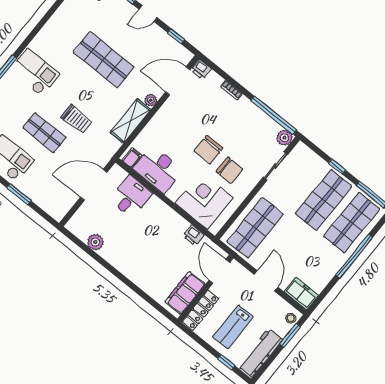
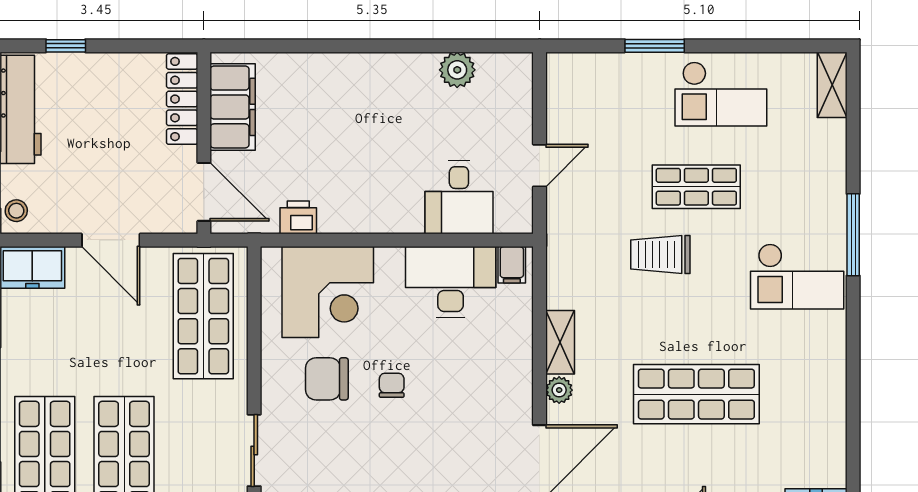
shelving: (131, 121) -> (560, 342), width x0.67, depth x0.75
chair: (208, 150) -> (392, 385), width x0.54, depth x0.54
door: (94, 185) -> (540, 166), width x0.53
lab bench: (233, 327) -> (103, 115), removed

